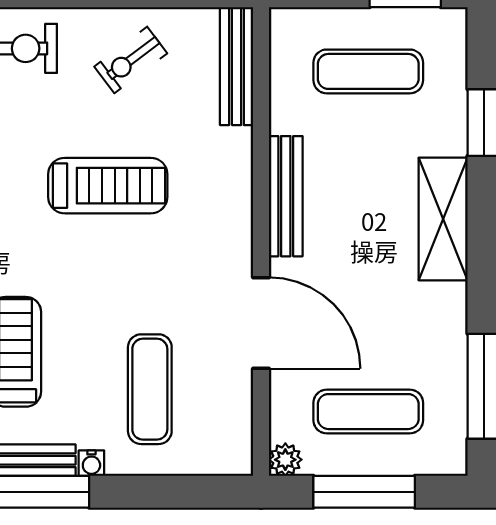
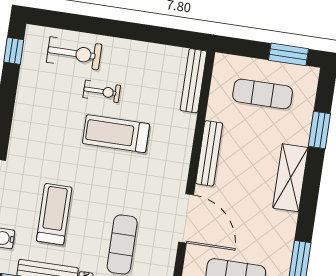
exercise bike: (131, 60) -> (102, 91), moved, turned -143
treadmill: (108, 186) -> (116, 134), turned 180

